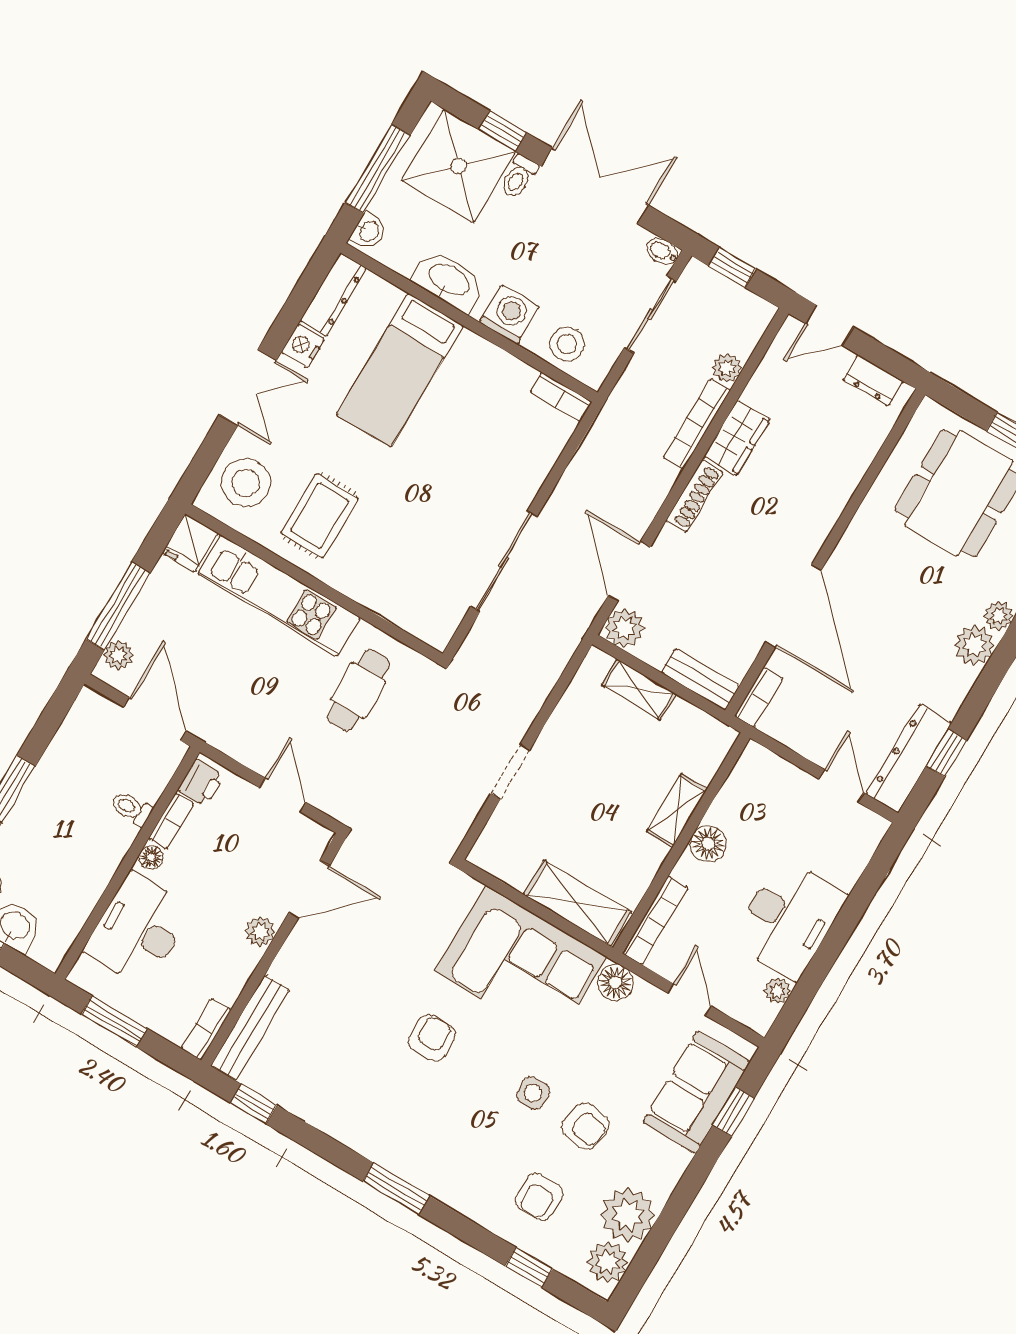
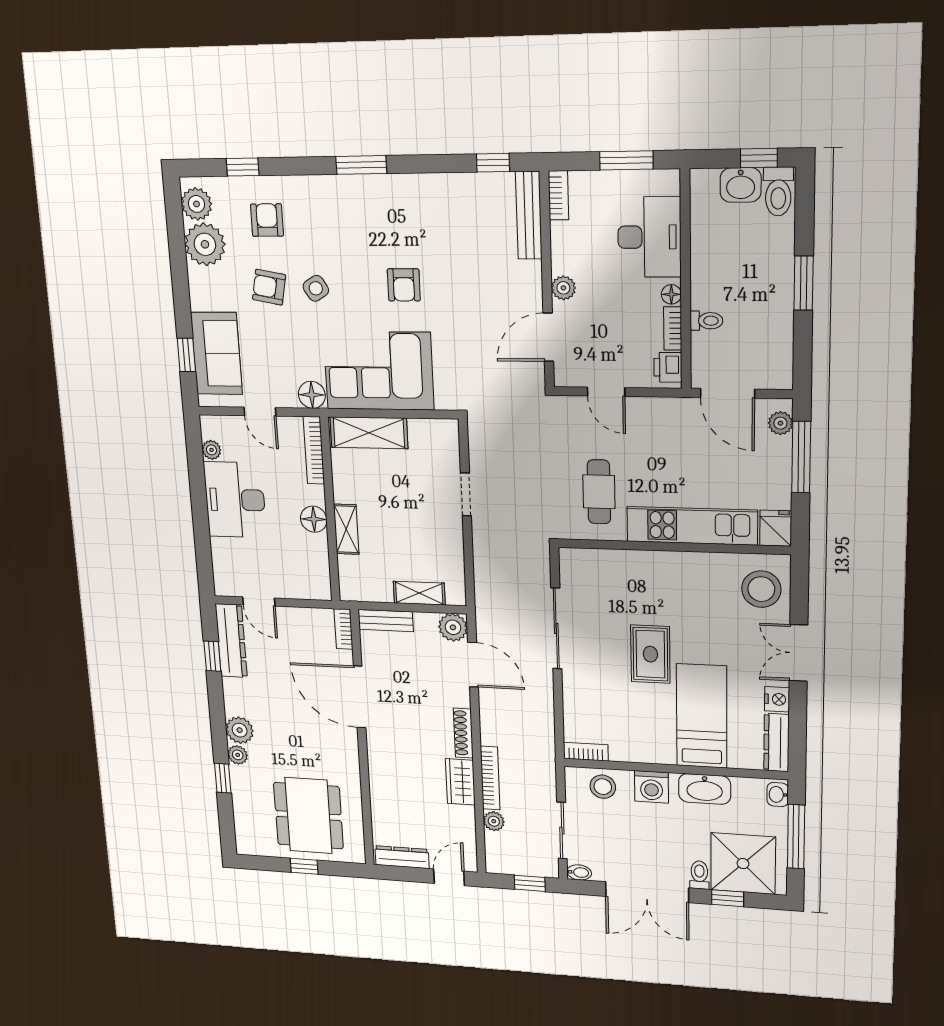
dresser: (873, 381) -> (402, 857), width x1.44
rug: (319, 516) -> (650, 654), moved
side table: (533, 1093) -> (316, 288), turned -32

